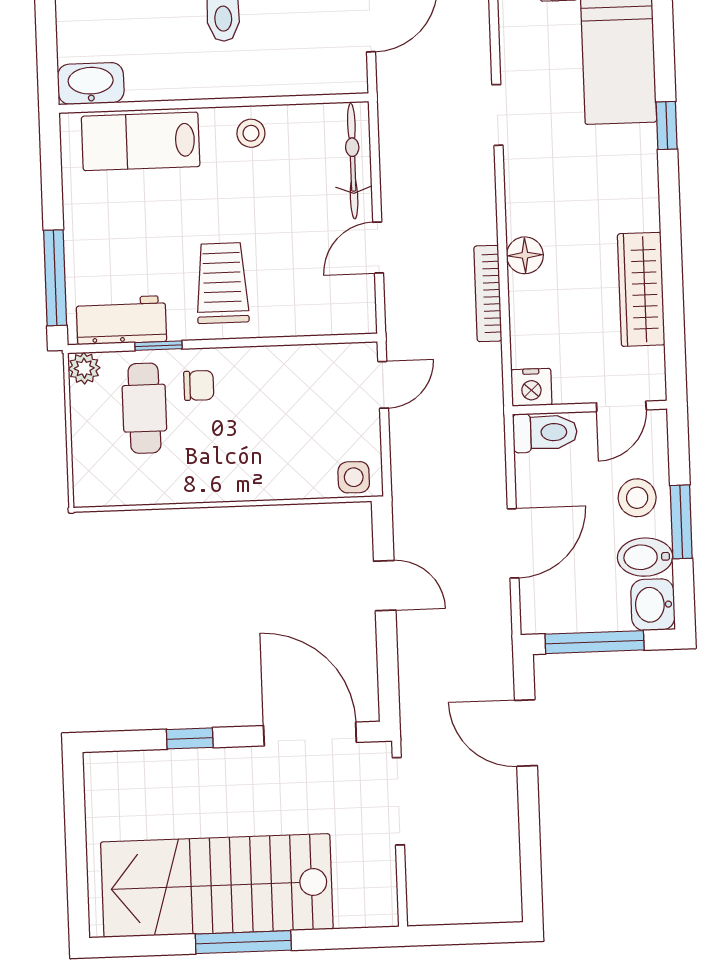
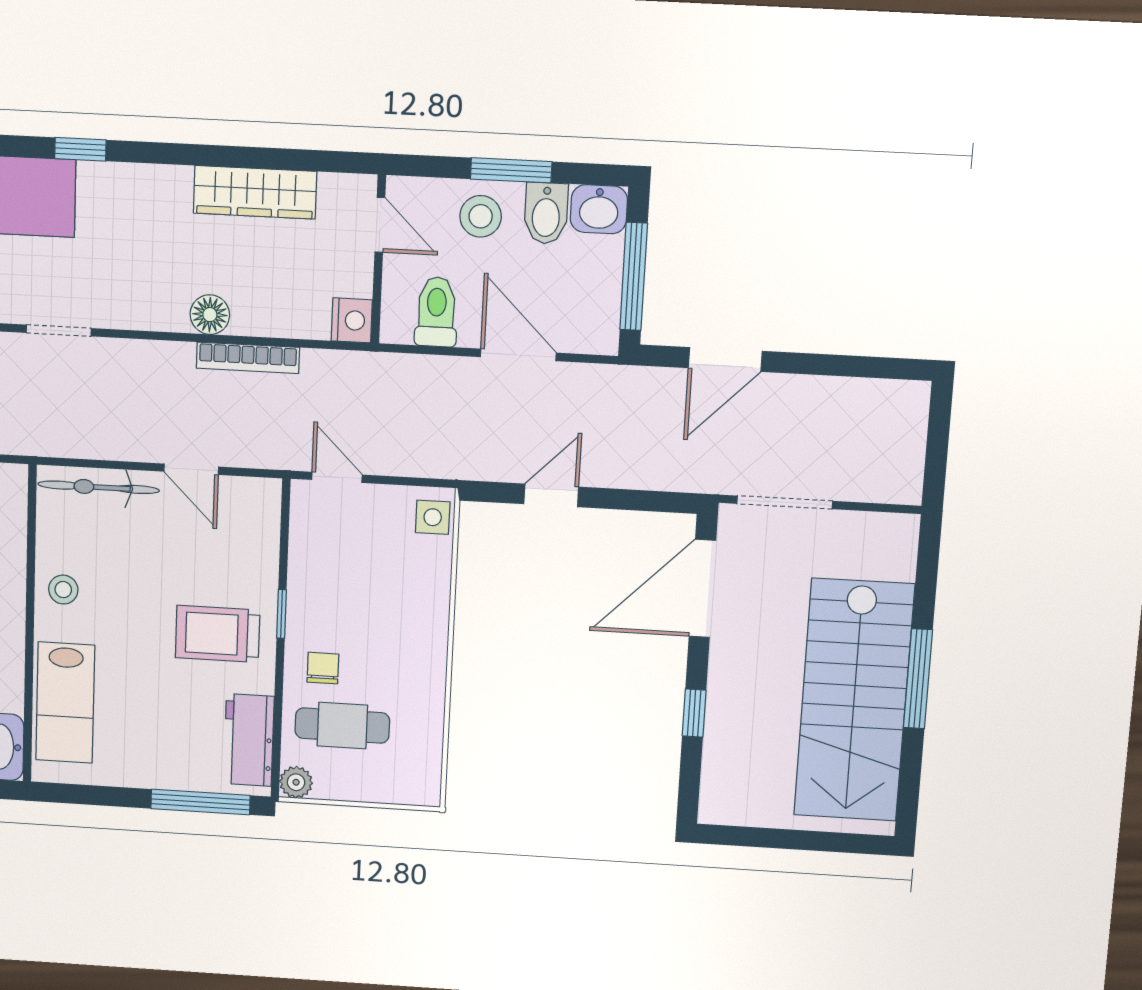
window: (158, 346) -> (282, 614), moved
toilet: (545, 432) -> (436, 312), moved

